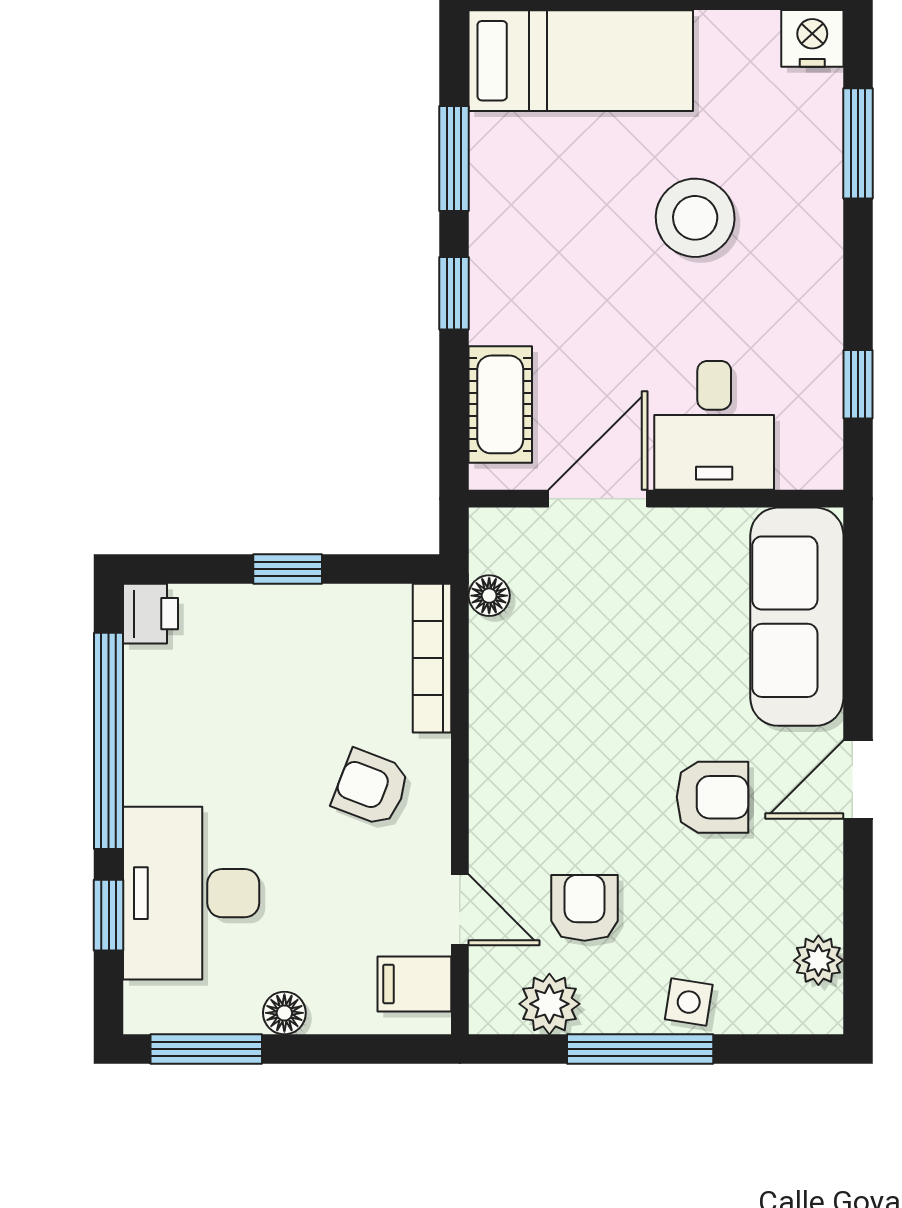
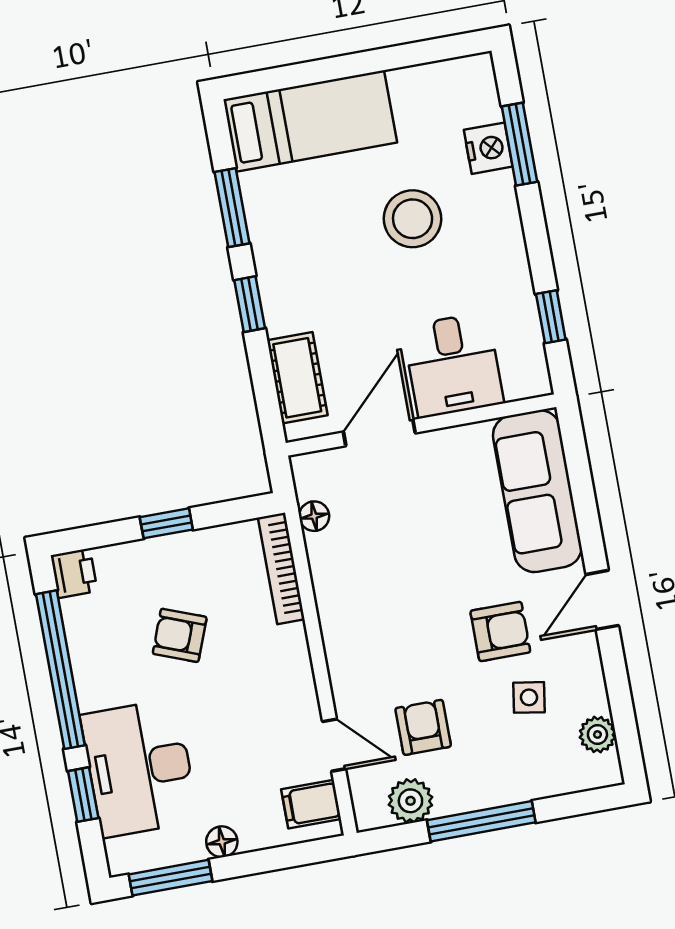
nightstand: (812, 38) -> (488, 148), moved, turned 90
armchair: (371, 788) -> (180, 635), moved
side table: (689, 1002) -> (529, 697), moved

